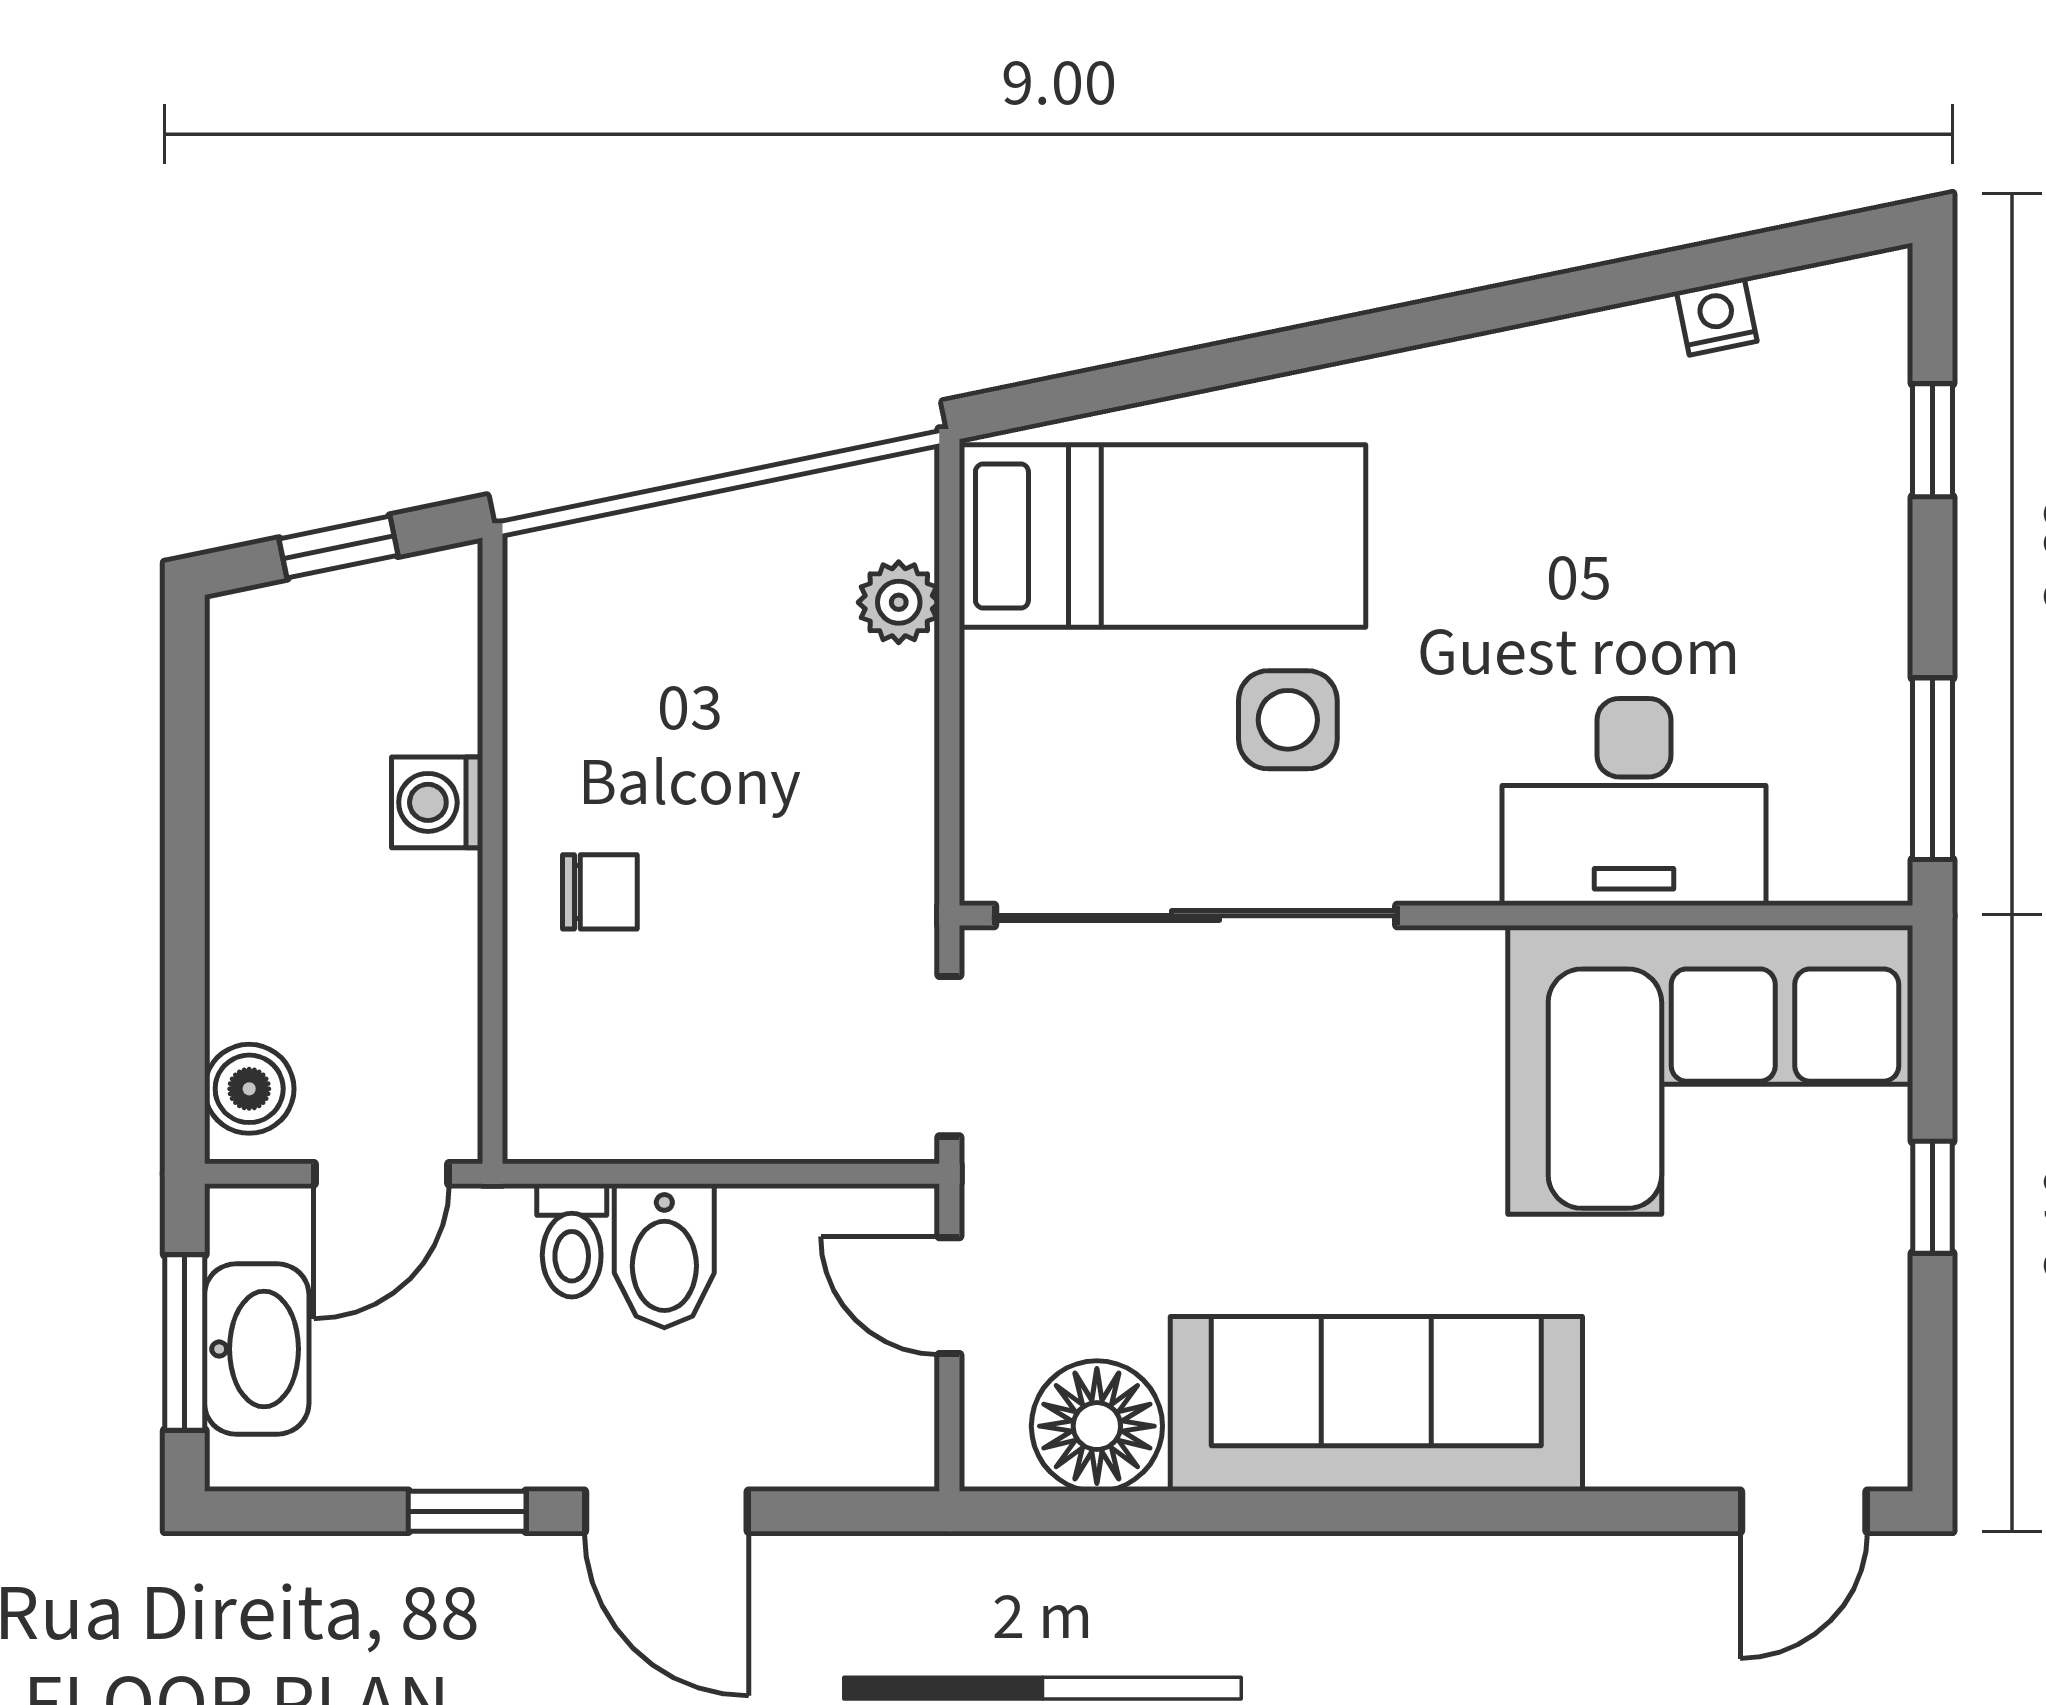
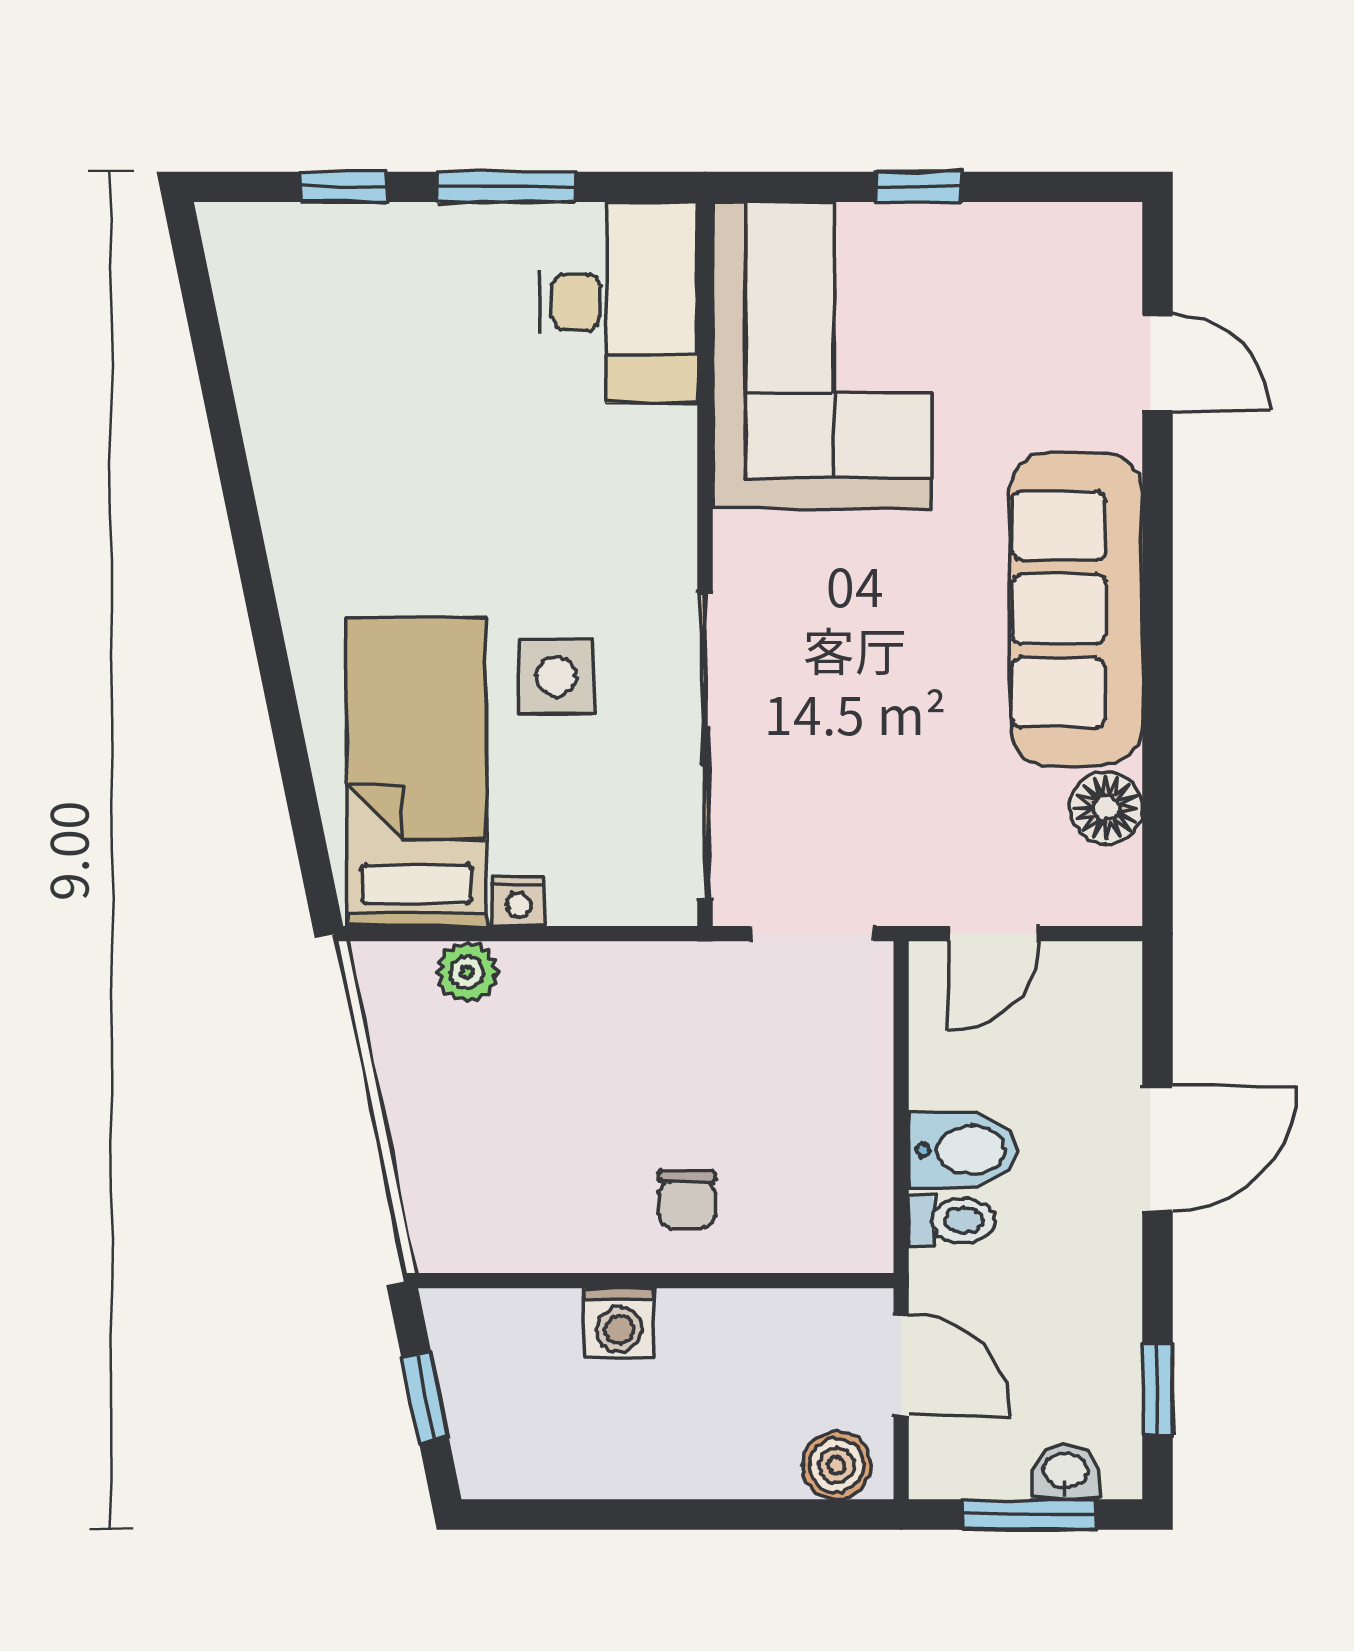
nightstand: (1717, 316) -> (518, 901), moved, turned -78
window: (1932, 769) -> (505, 187), moved
desk: (1634, 802) -> (619, 302), moved
chair: (600, 892) -> (687, 1199), turned 180
washbasin: (257, 1349) -> (1065, 1472), width x0.52, depth x0.69
floor lamp: (1097, 1426) -> (1106, 808), width x0.73, depth x0.73
window: (467, 1511) -> (1158, 1389), moved
door: (1804, 1511) -> (1158, 363), moved

